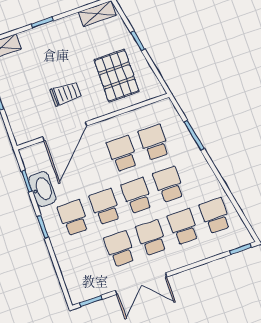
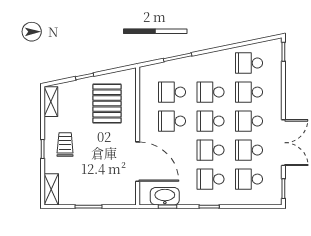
pallet: (117, 76) -> (107, 104), turned 90
trolley: (66, 94) -> (65, 145), moved
washbasin: (42, 189) -> (165, 196), moved
school desk: (88, 260) -> (249, 179), added

